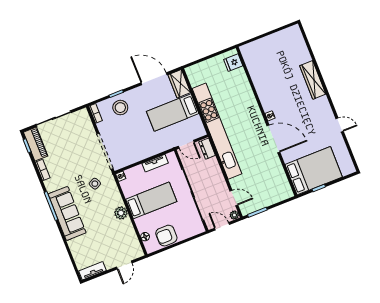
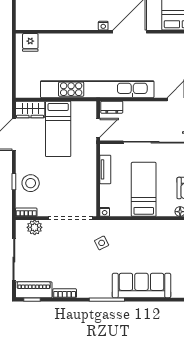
sofa: (67, 213) -> (141, 286), moved
plant: (121, 213) -> (35, 227), moved

